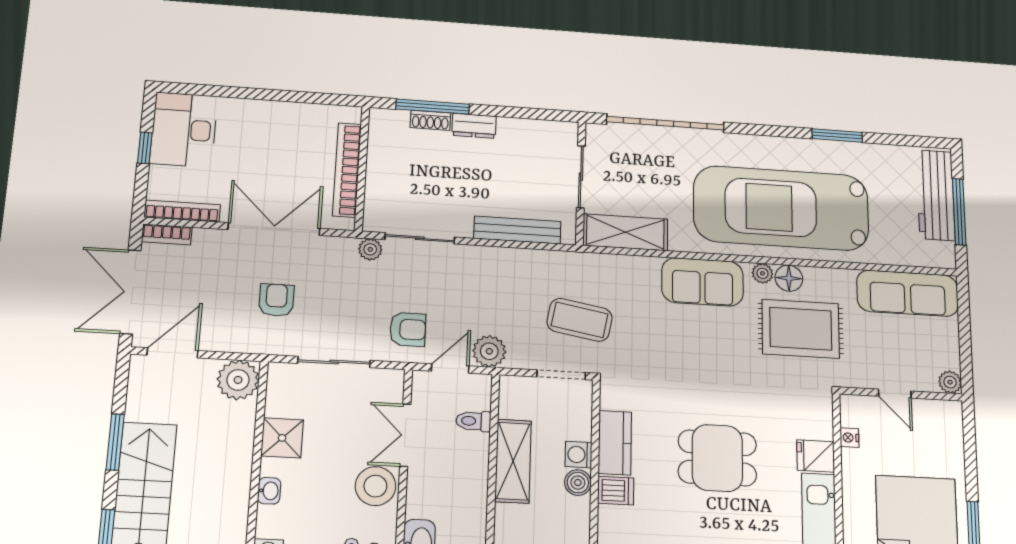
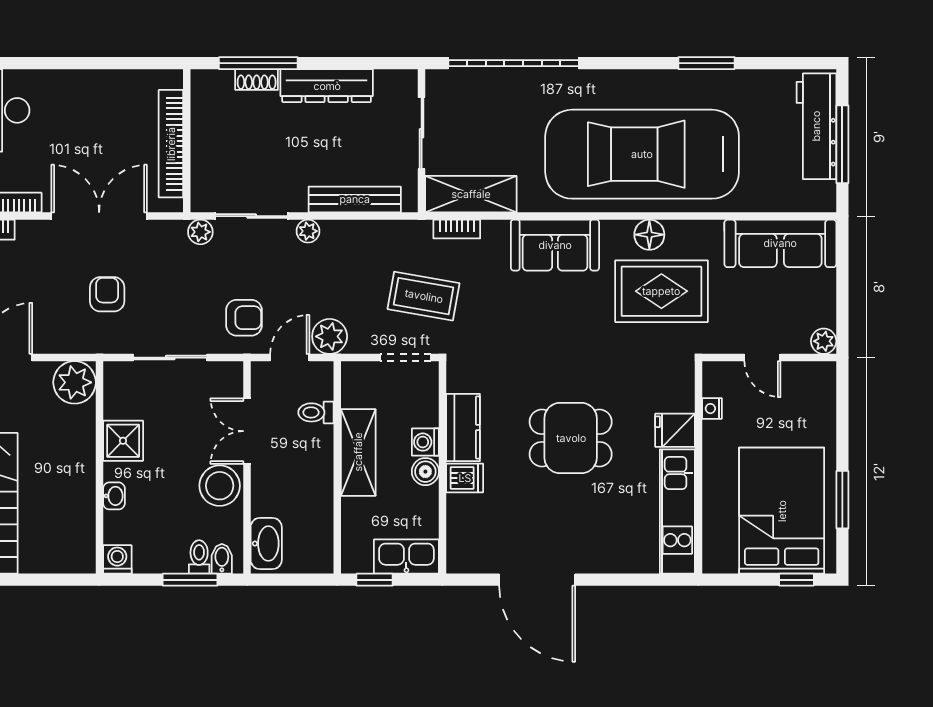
dresser: (474, 126) -> (327, 86), width x1.96, depth x1.24
bookcase: (612, 262) -> (457, 229), added
plant: (762, 273) -> (308, 231), moved

